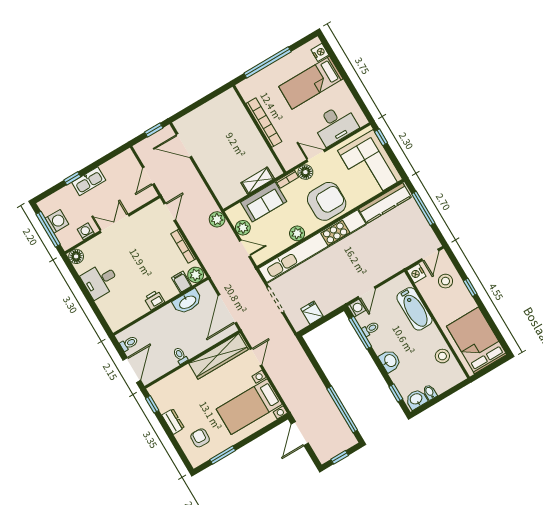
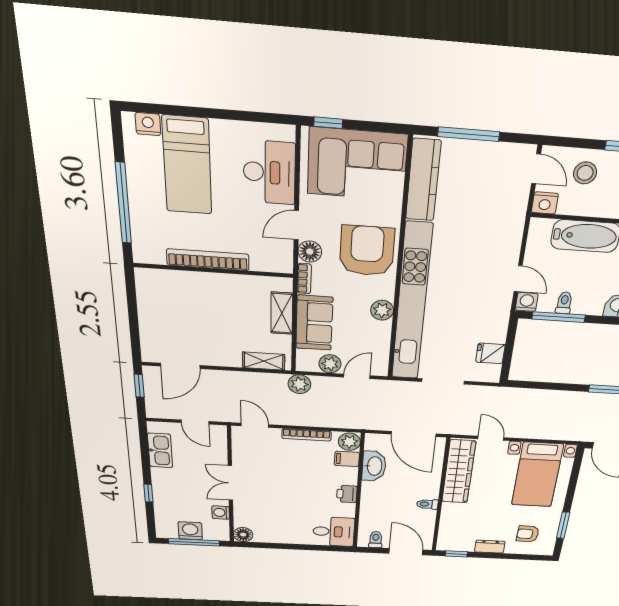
kitchen sink: (89, 181) -> (160, 450), moved
shelving: (219, 190) -> (264, 361), added
desk: (100, 281) -> (334, 532), moved, turned -90

